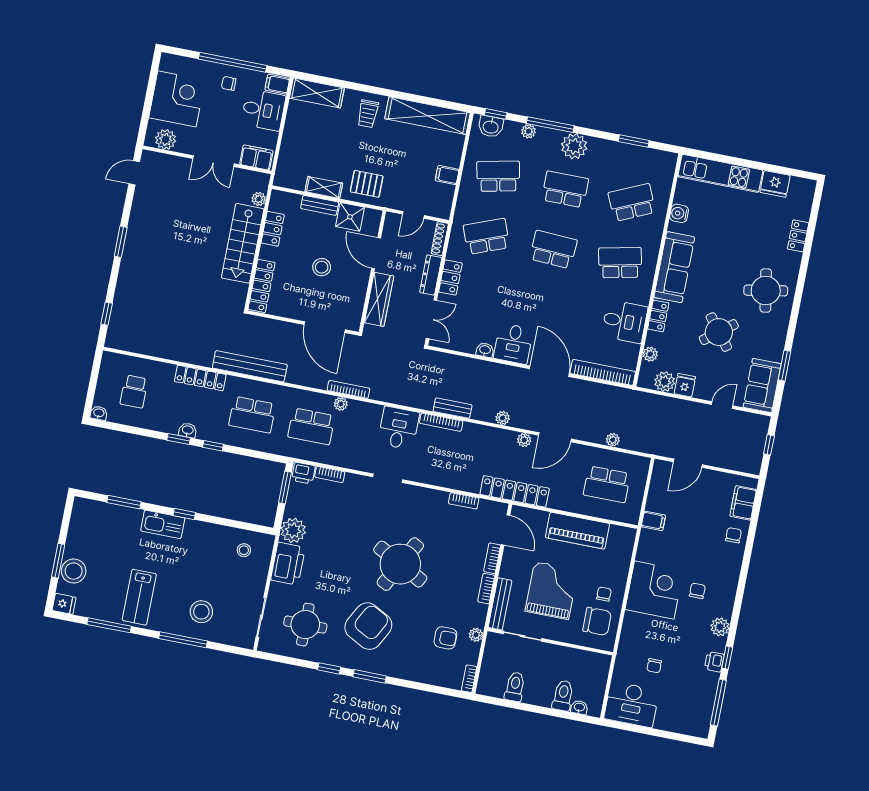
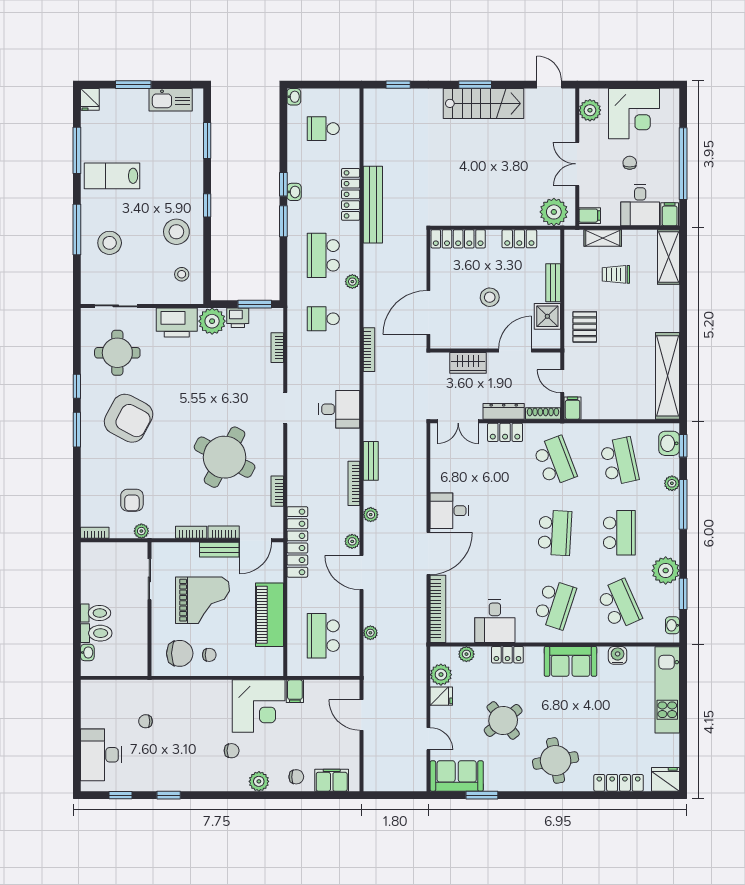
chair: (229, 83) -> (630, 163), moved
trolley: (368, 114) -> (616, 274), moved
plant: (574, 146) -> (666, 571), moved
filing cabinet: (256, 157) -> (590, 216), width x0.50
filing cabinet: (447, 175) -> (573, 408), moved
fridge: (775, 184) -> (666, 779), moved, turned 90
shelving: (324, 187) -> (603, 238), moved, turned 90
plant: (259, 199) -> (554, 212), width x1.88, depth x1.88
locker: (798, 236) -> (619, 783), width x1.53
stairs: (243, 243) -> (484, 103), moved, turned 180
school desk: (620, 263) -> (555, 604), turned 30
sofa: (674, 267) -> (570, 661), width x0.73
wardrobe: (379, 299) -> (468, 363), width x0.67
washbasin: (485, 350) -> (672, 625), moved, turned 180
bench: (250, 366) -> (373, 205), moved
plant: (341, 404) -> (352, 282), moved
bookcase: (441, 422) -> (354, 483), moved
school desk: (311, 426) -> (323, 319), width x0.54
window: (769, 445) -> (397, 795), removed
window: (213, 446) -> (283, 221), width x1.50
printer: (303, 473) -> (238, 318), moved, turned -90
kitchen sink: (163, 524) -> (171, 100), moved, turned -90
round table: (400, 564) -> (225, 457), moved
stool: (74, 571) -> (176, 232), moved
corner desk: (654, 590) -> (259, 706), moved
bench: (500, 604) -> (219, 550), moved, width x0.73
chair: (597, 621) -> (180, 653), turned -90
plant: (720, 627) -> (259, 781), moved
printer: (714, 662) -> (162, 783), removed
toilet: (515, 687) -> (96, 613), moved
window: (718, 703) -> (121, 795), width x0.46
desk: (632, 704) -> (101, 755), moved

